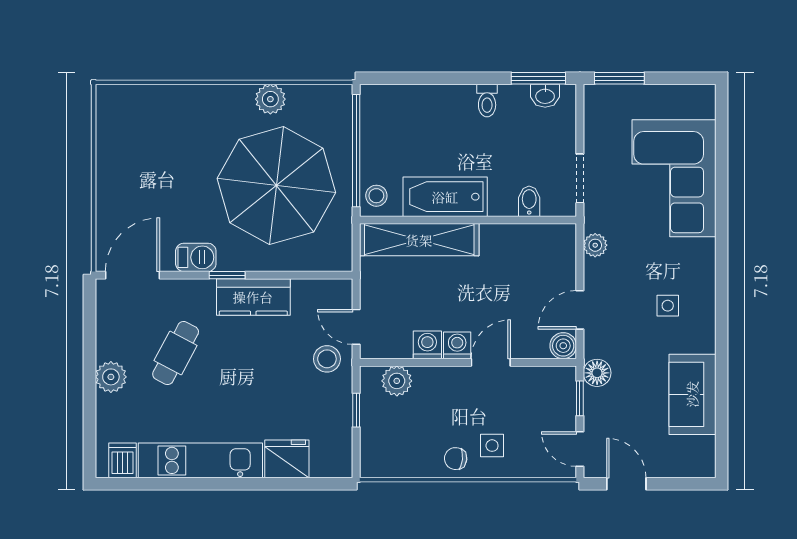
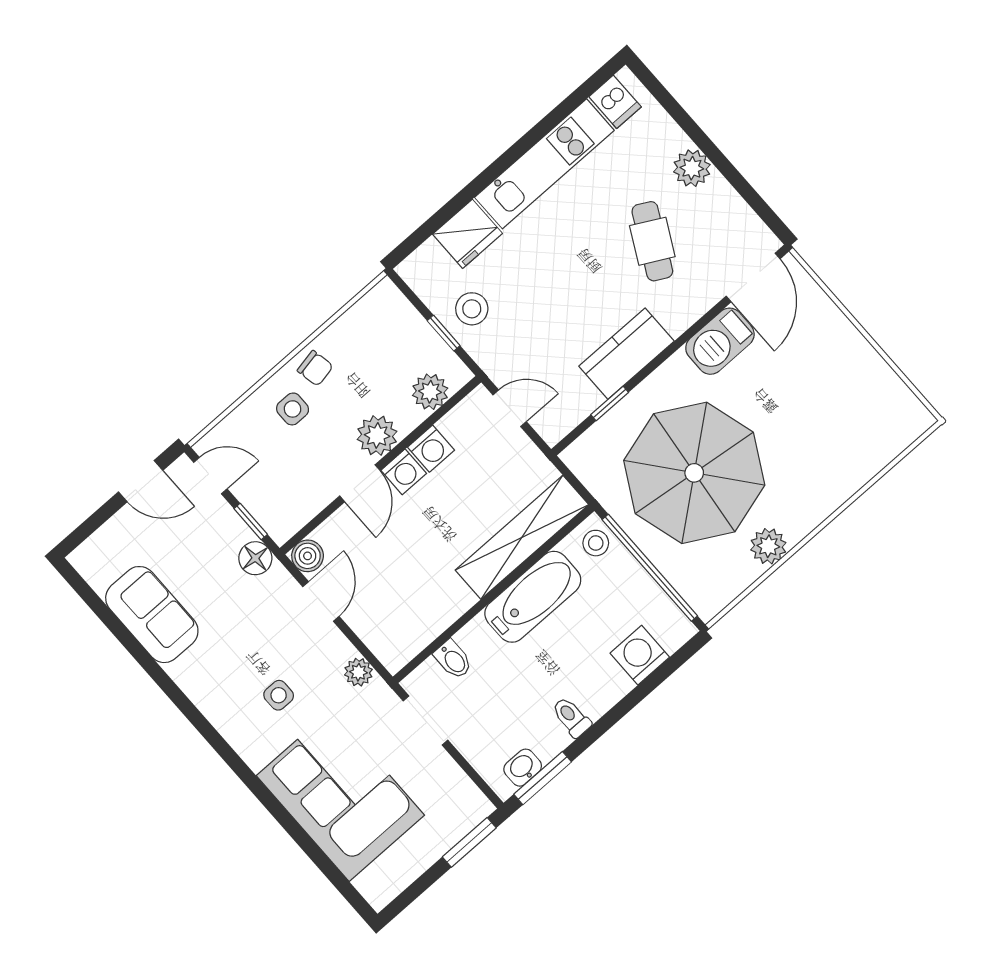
washing machine: (410, 102) -> (640, 655), added
barbecue: (196, 257) -> (720, 341), width x1.38, depth x1.27
window: (227, 275) -> (610, 403), moved
side table: (668, 306) -> (279, 695), moved
stool: (327, 359) -> (472, 309), moved
plant: (454, 383) -> (377, 435), added
chair: (456, 459) -> (315, 368), turned 73

